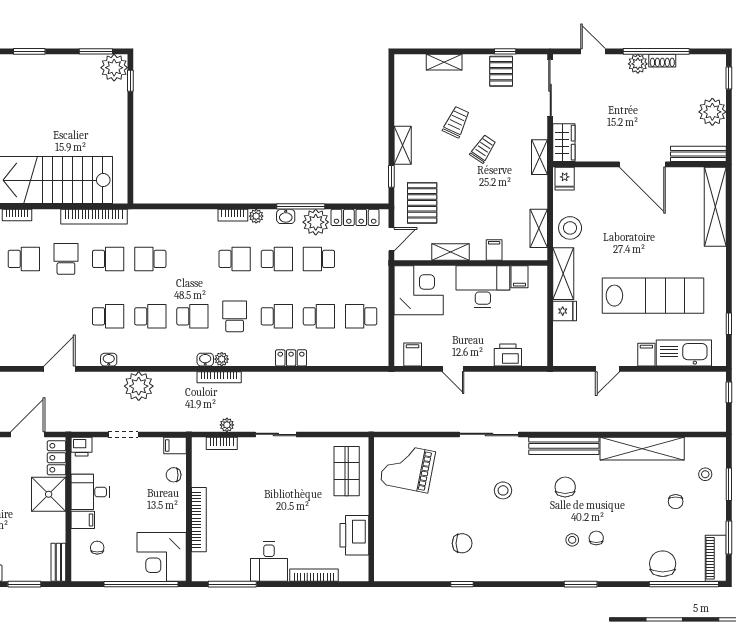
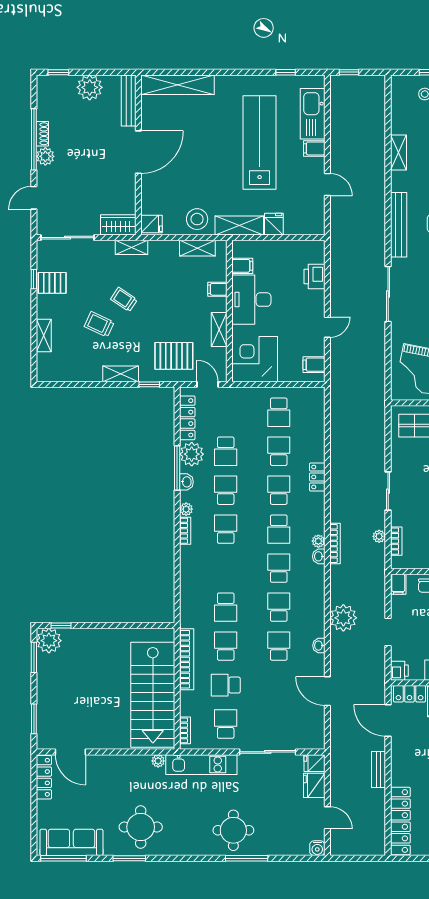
school desk: (235, 316) -> (279, 529), turned -90
shelving: (642, 449) -> (398, 152), width x0.45, depth x0.75

